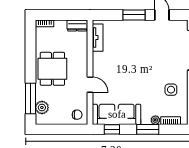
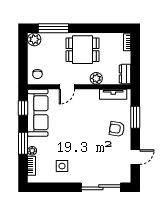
window: (134, 15) -> (135, 117), moved
armchair: (133, 34) -> (117, 129), added
plant: (82, 55) -> (96, 78), added
plant: (42, 108) -> (34, 39), moved

